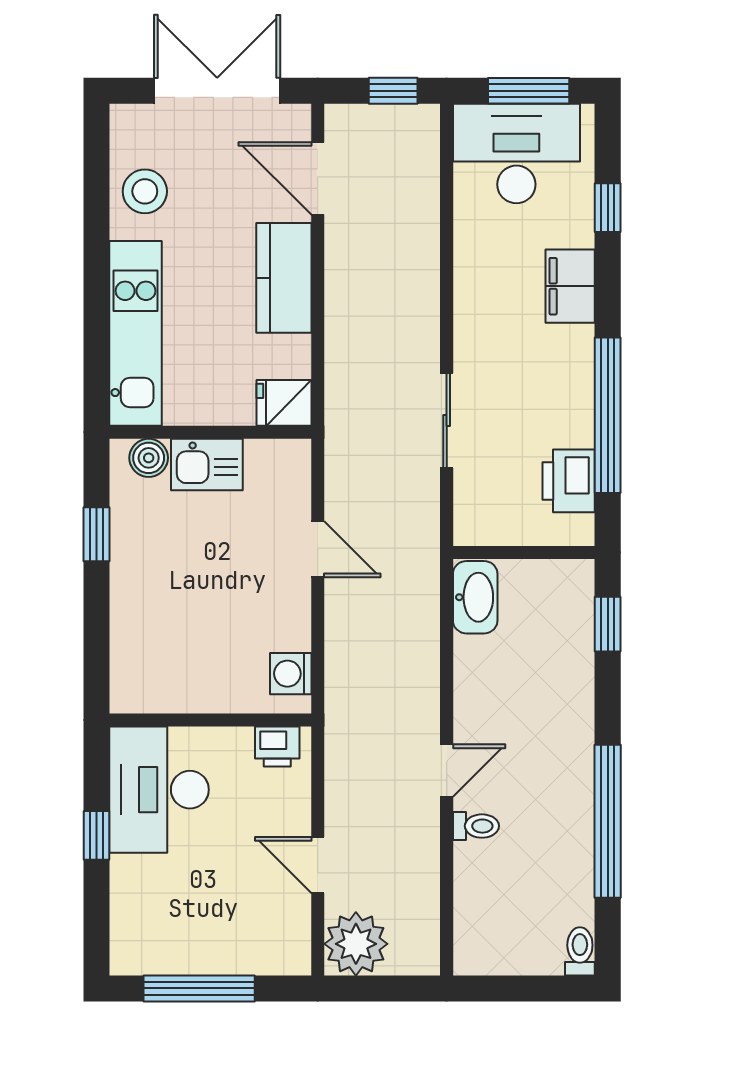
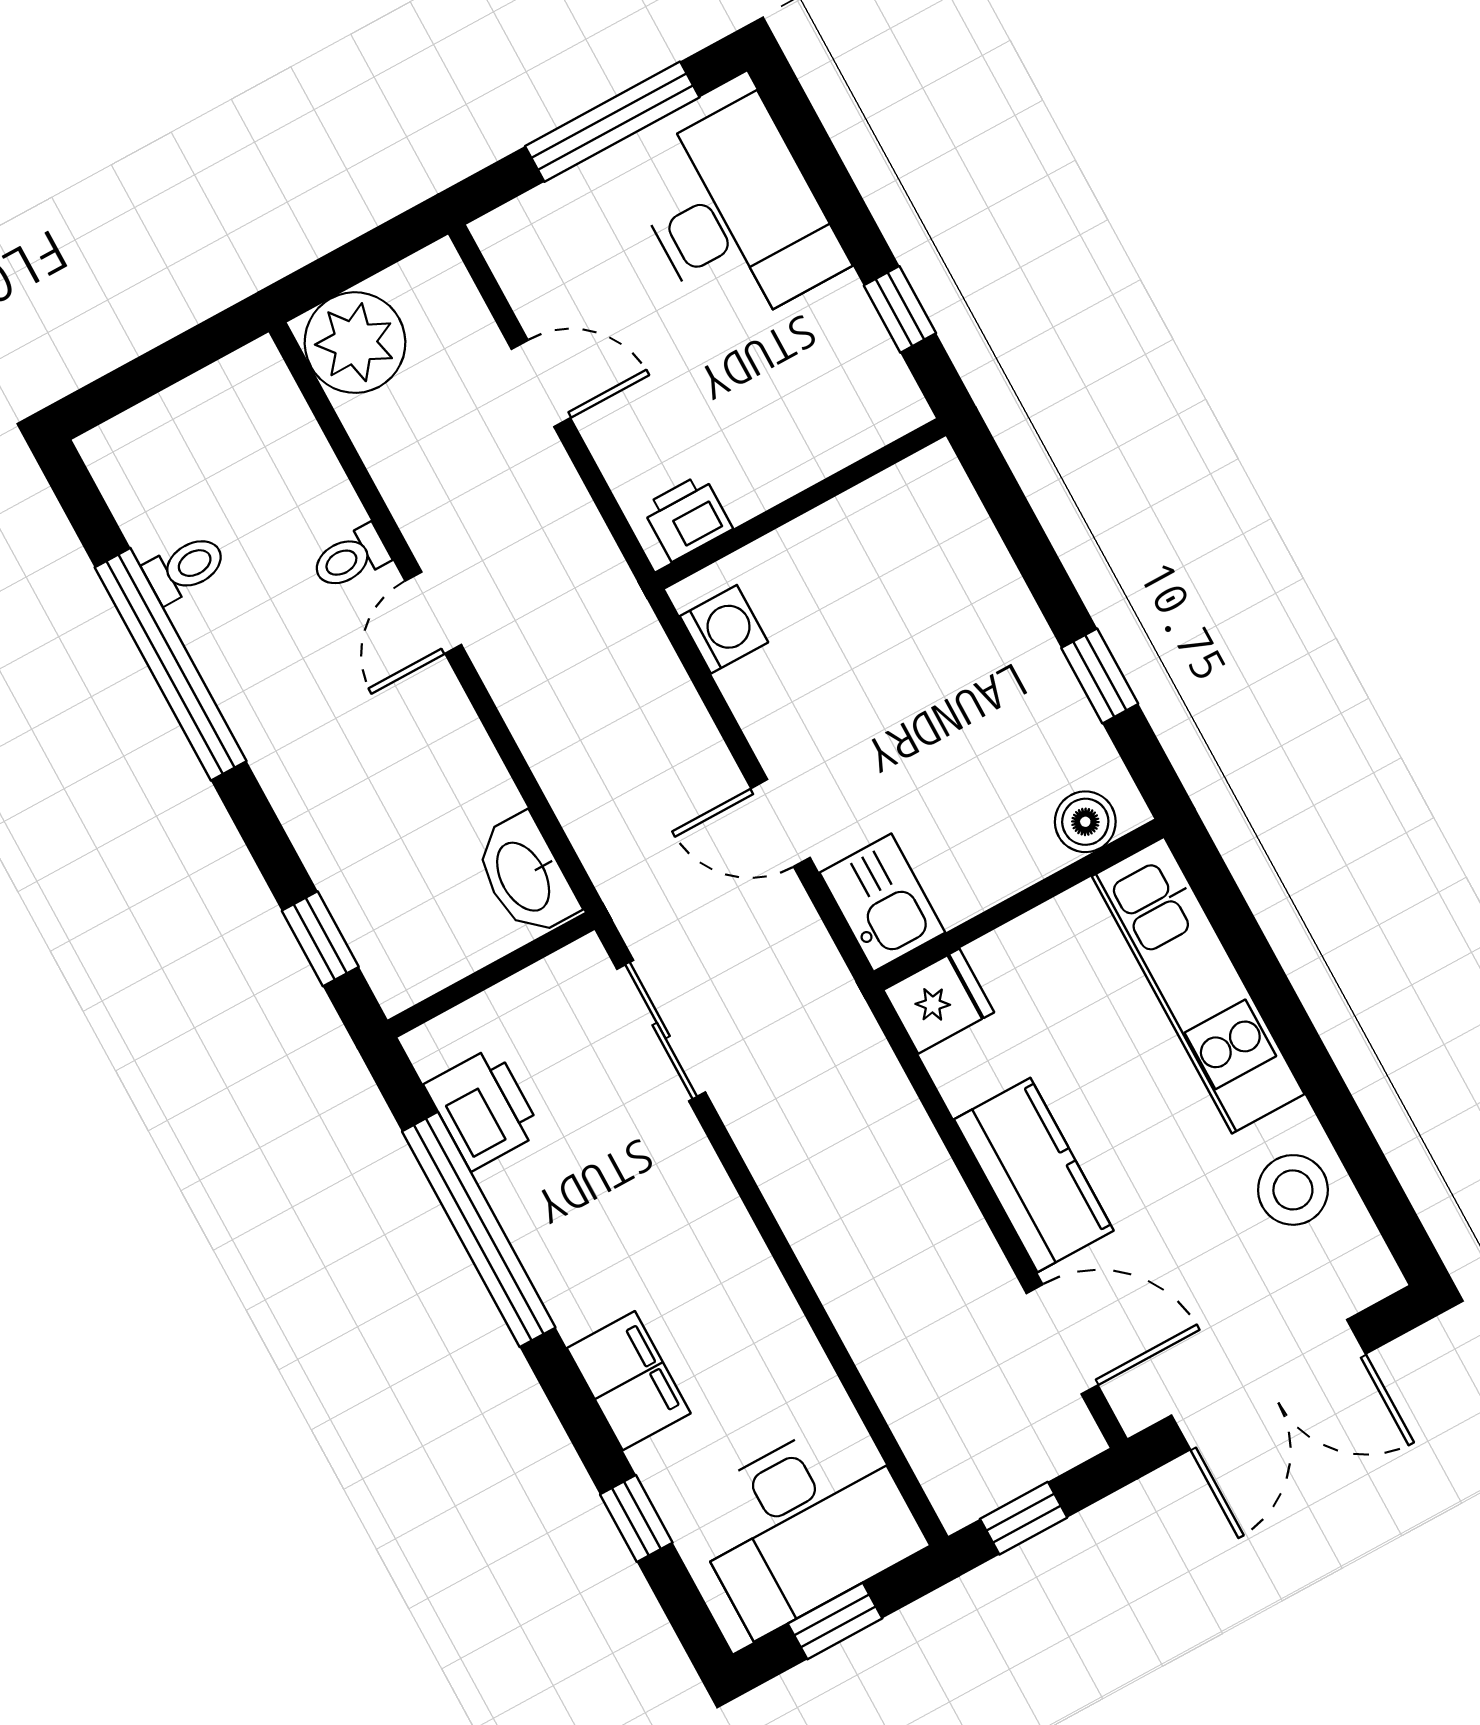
window: (529, 91) -> (835, 1621), width x0.67
sliding door: (447, 421) -> (661, 1031), moved
kitchen sink: (207, 465) -> (882, 903), moved, turned 90
desk: (159, 790) -> (736, 215), moved
window: (97, 835) -> (900, 309), moved
plant: (356, 944) -> (355, 343), moved
toilet: (580, 951) -> (185, 568), moved, turned -90

